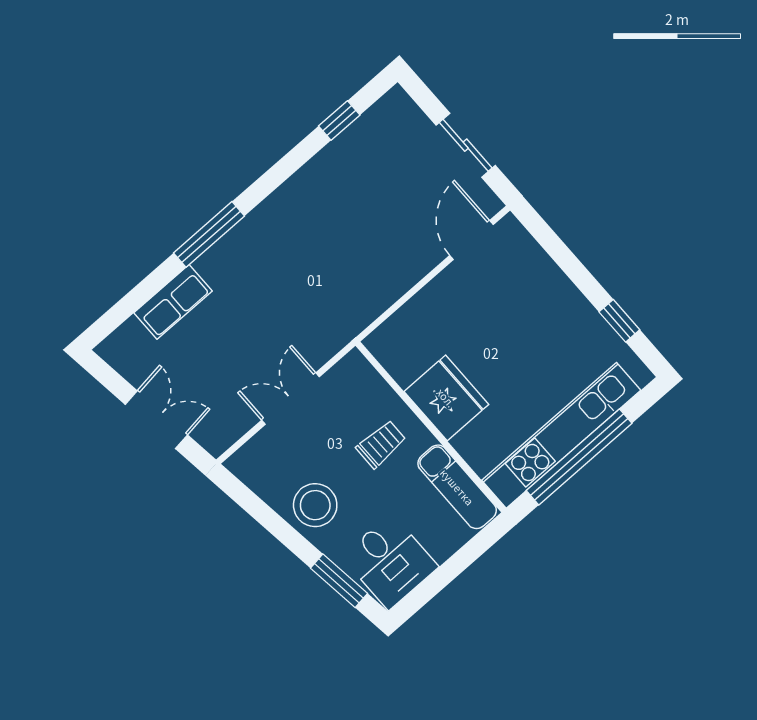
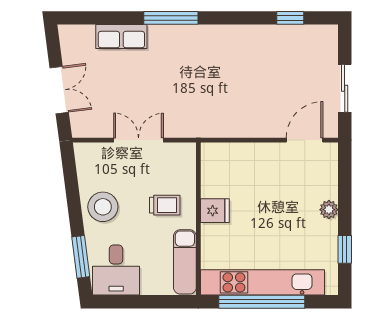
plant: (564, 292) -> (329, 210), added
fridge: (446, 398) -> (215, 211), width x0.53, depth x0.75

